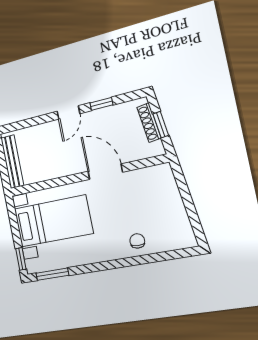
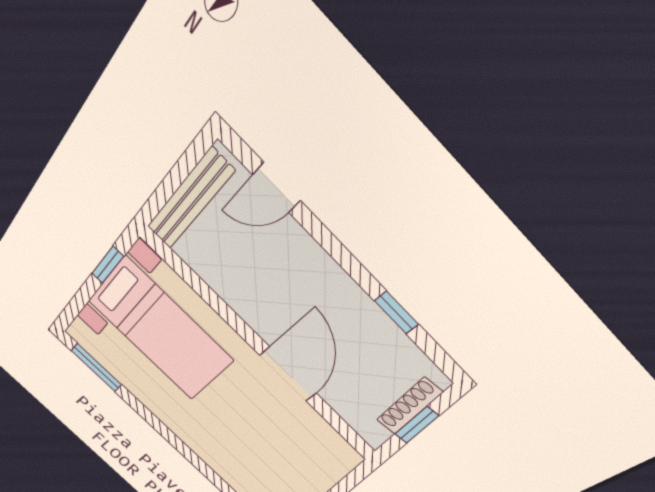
door: (68, 112) -> (276, 188), moved
chair: (137, 241) -> (229, 460), removed
window: (21, 259) -> (108, 265), moved

